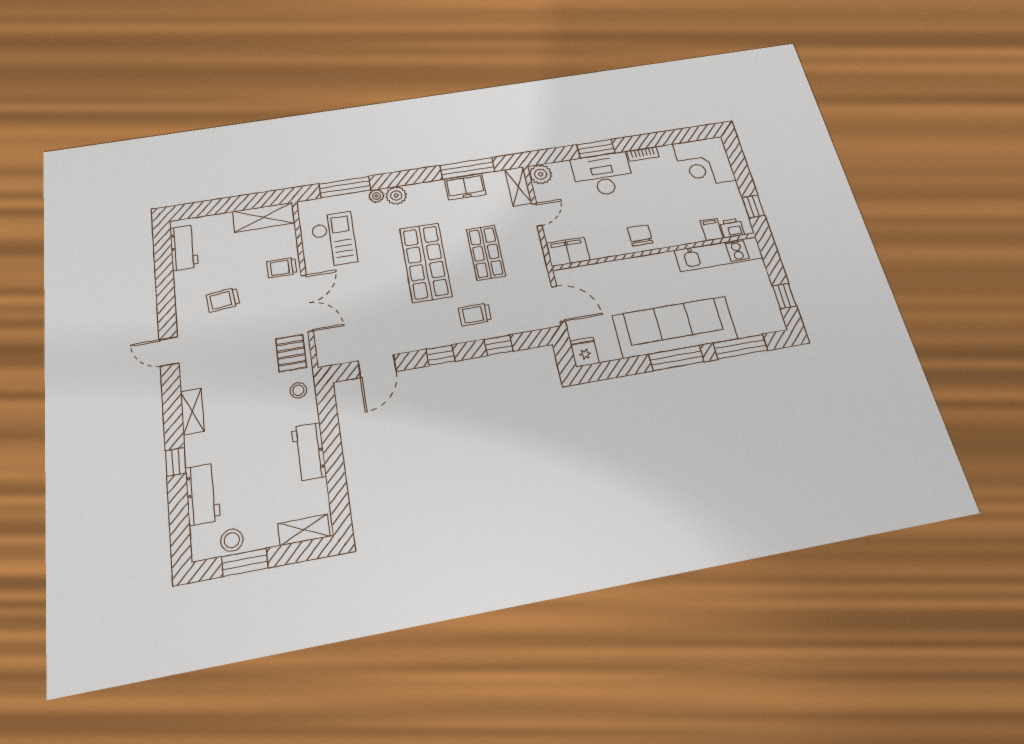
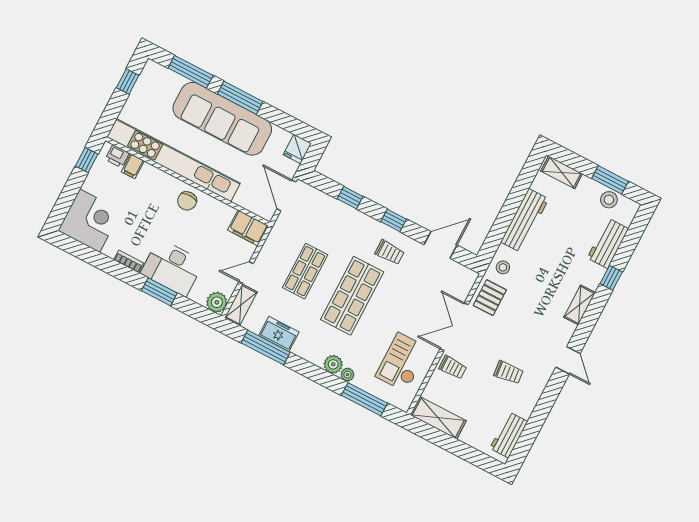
kitchen unit: (718, 254) -> (174, 160), width x1.86
trolley: (475, 314) -> (390, 252), moved
workbench: (309, 452) -> (525, 220), width x1.38

